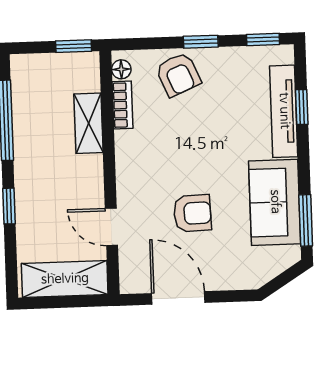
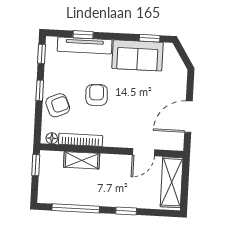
bookcase: (122, 105) -> (81, 140), width x1.56
armchair: (192, 213) -> (97, 95), moved
window: (306, 220) -> (150, 38), width x0.67

